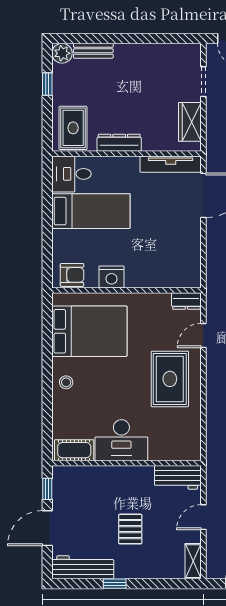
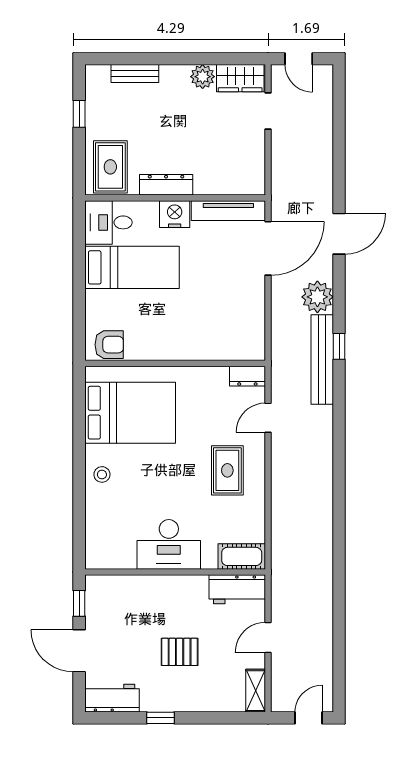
plant: (62, 53) -> (203, 77), moved
wardrobe: (190, 122) -> (240, 78), moved, turned -90
nightstand: (112, 277) -> (175, 214), moved, turned 180
rug: (170, 379) -> (227, 470), width x0.73, depth x0.70
cot: (74, 450) -> (242, 556), moved
door: (47, 528) -> (79, 651), hinge flipped
pallet: (130, 529) -> (180, 652), turned 90
workbench: (83, 567) -> (112, 698), width x0.73

